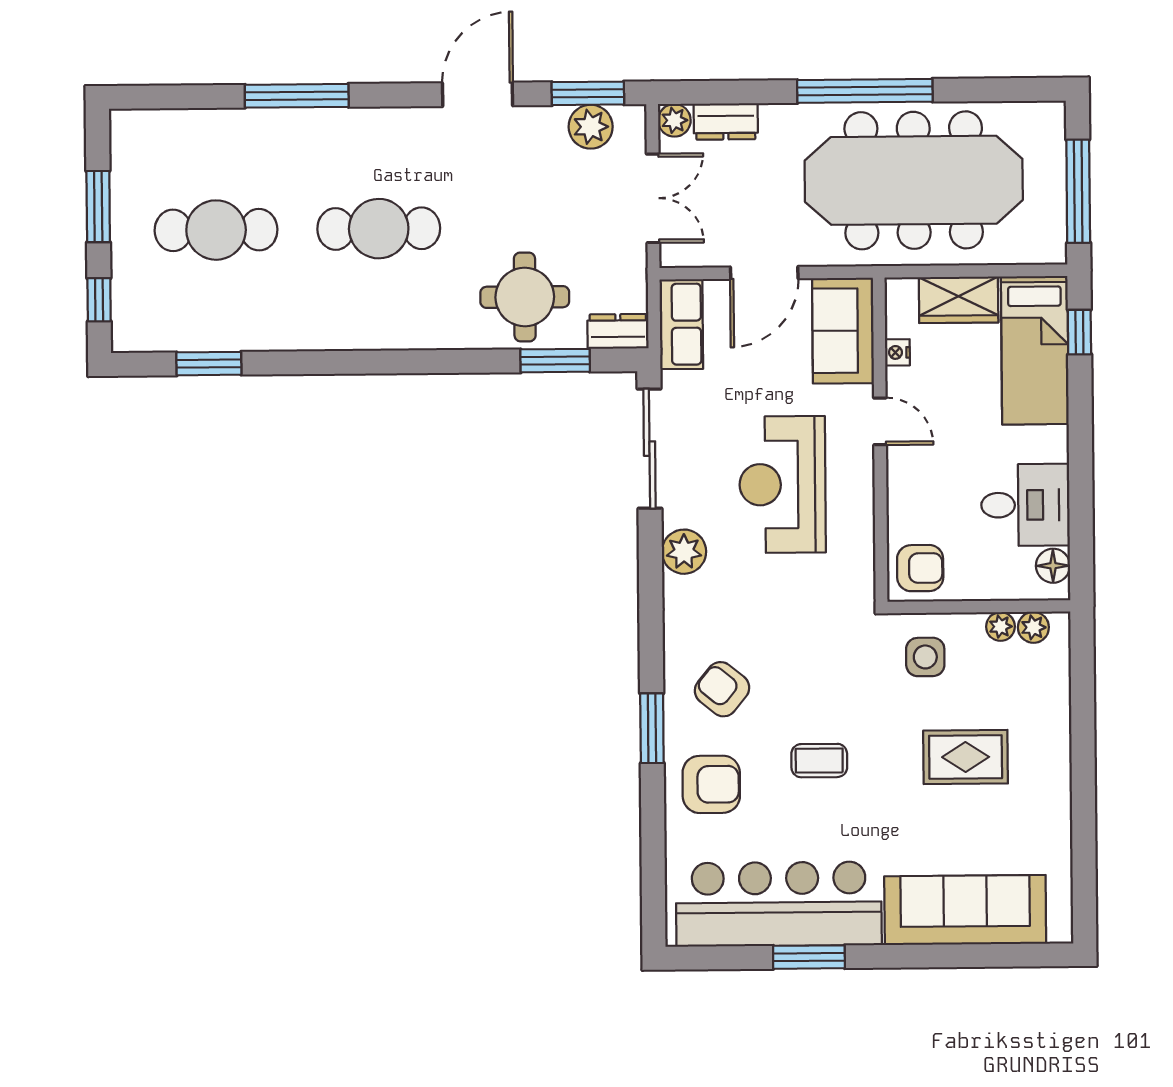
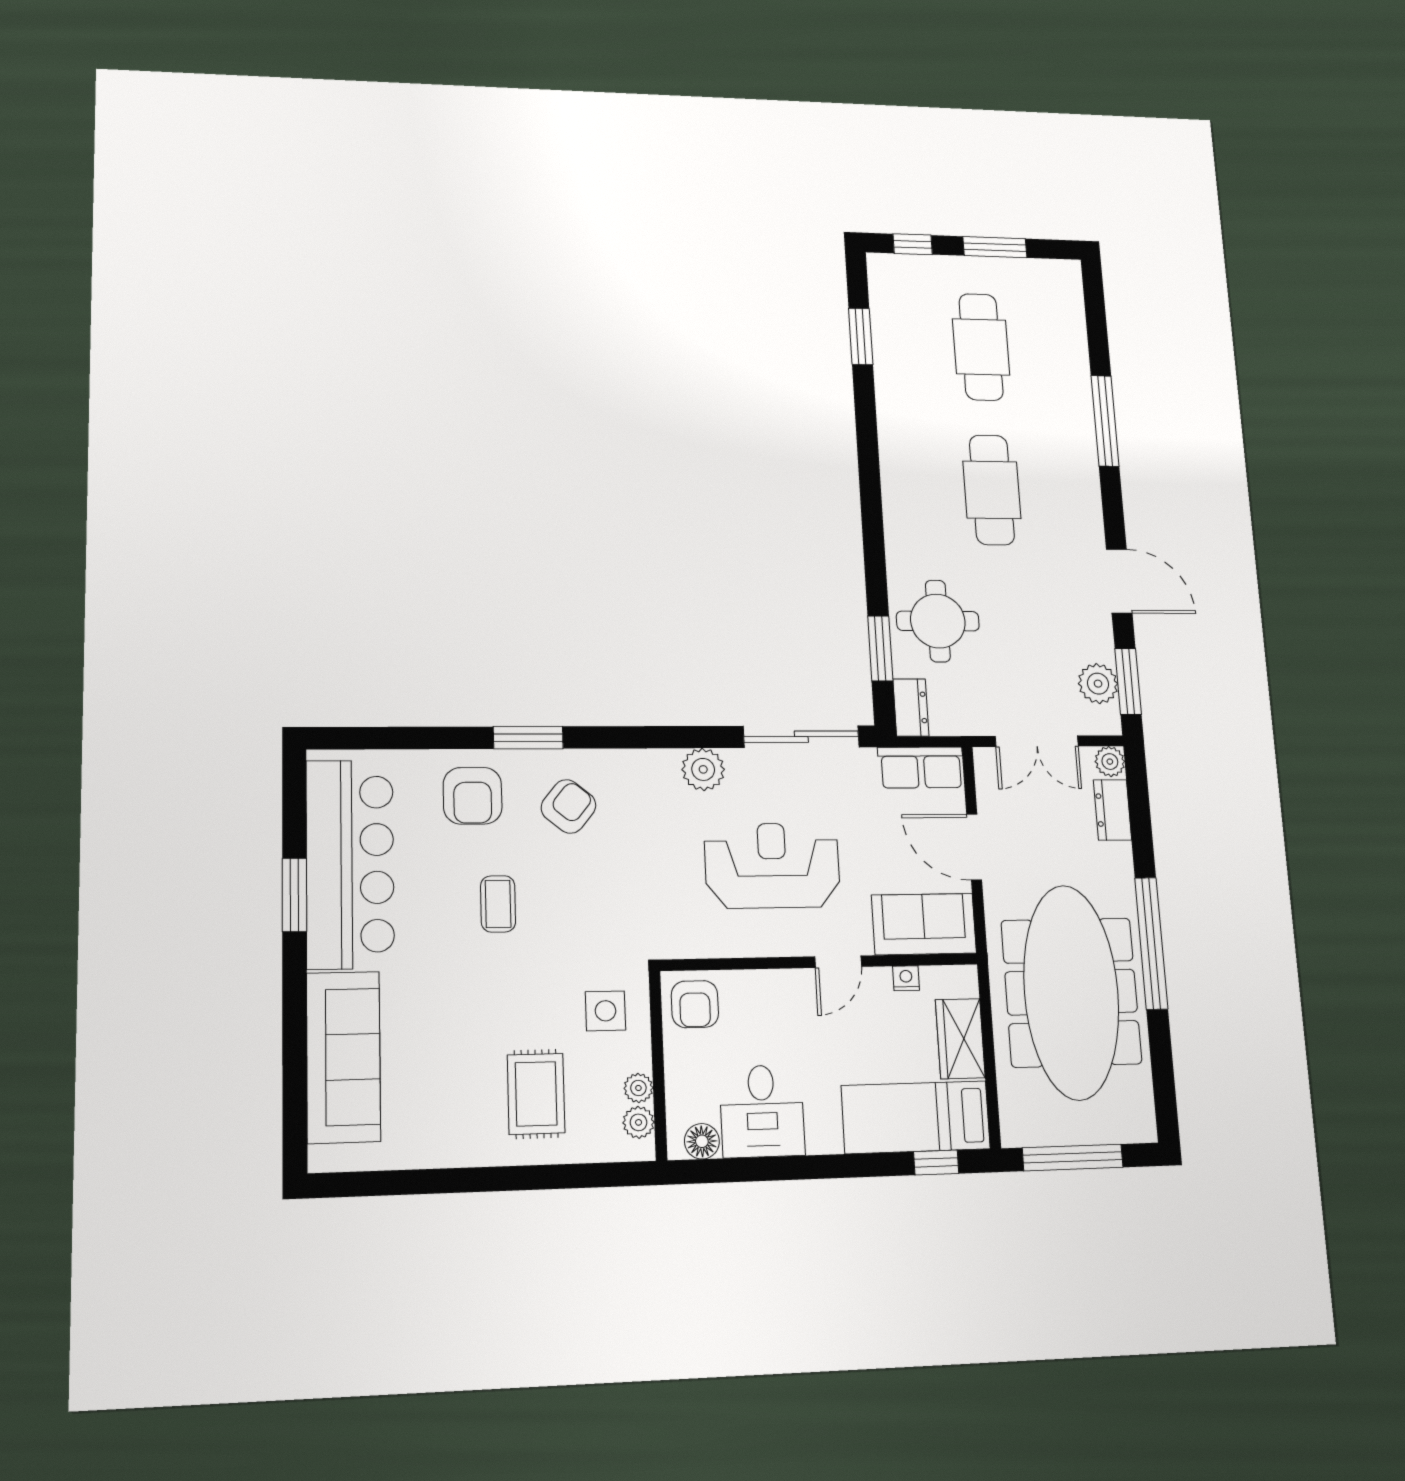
rug: (966, 757) -> (536, 1094), moved

